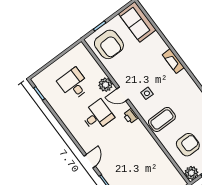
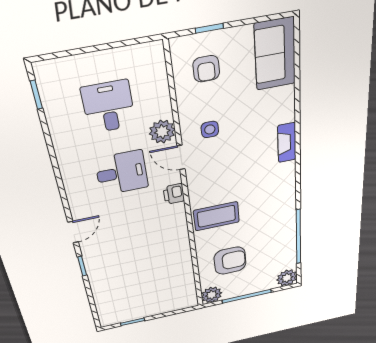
armchair: (109, 44) -> (206, 69), width x0.53, depth x0.53
side table: (147, 93) -> (210, 129), moved

